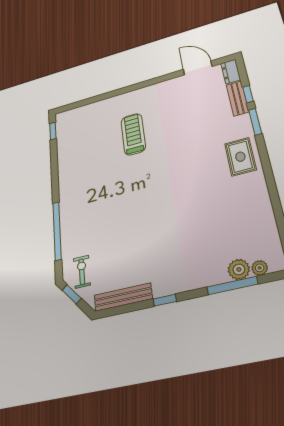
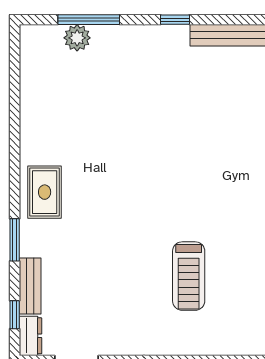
window: (248, 94) -> (15, 315), moved
plant: (260, 268) -> (52, 34), removed

